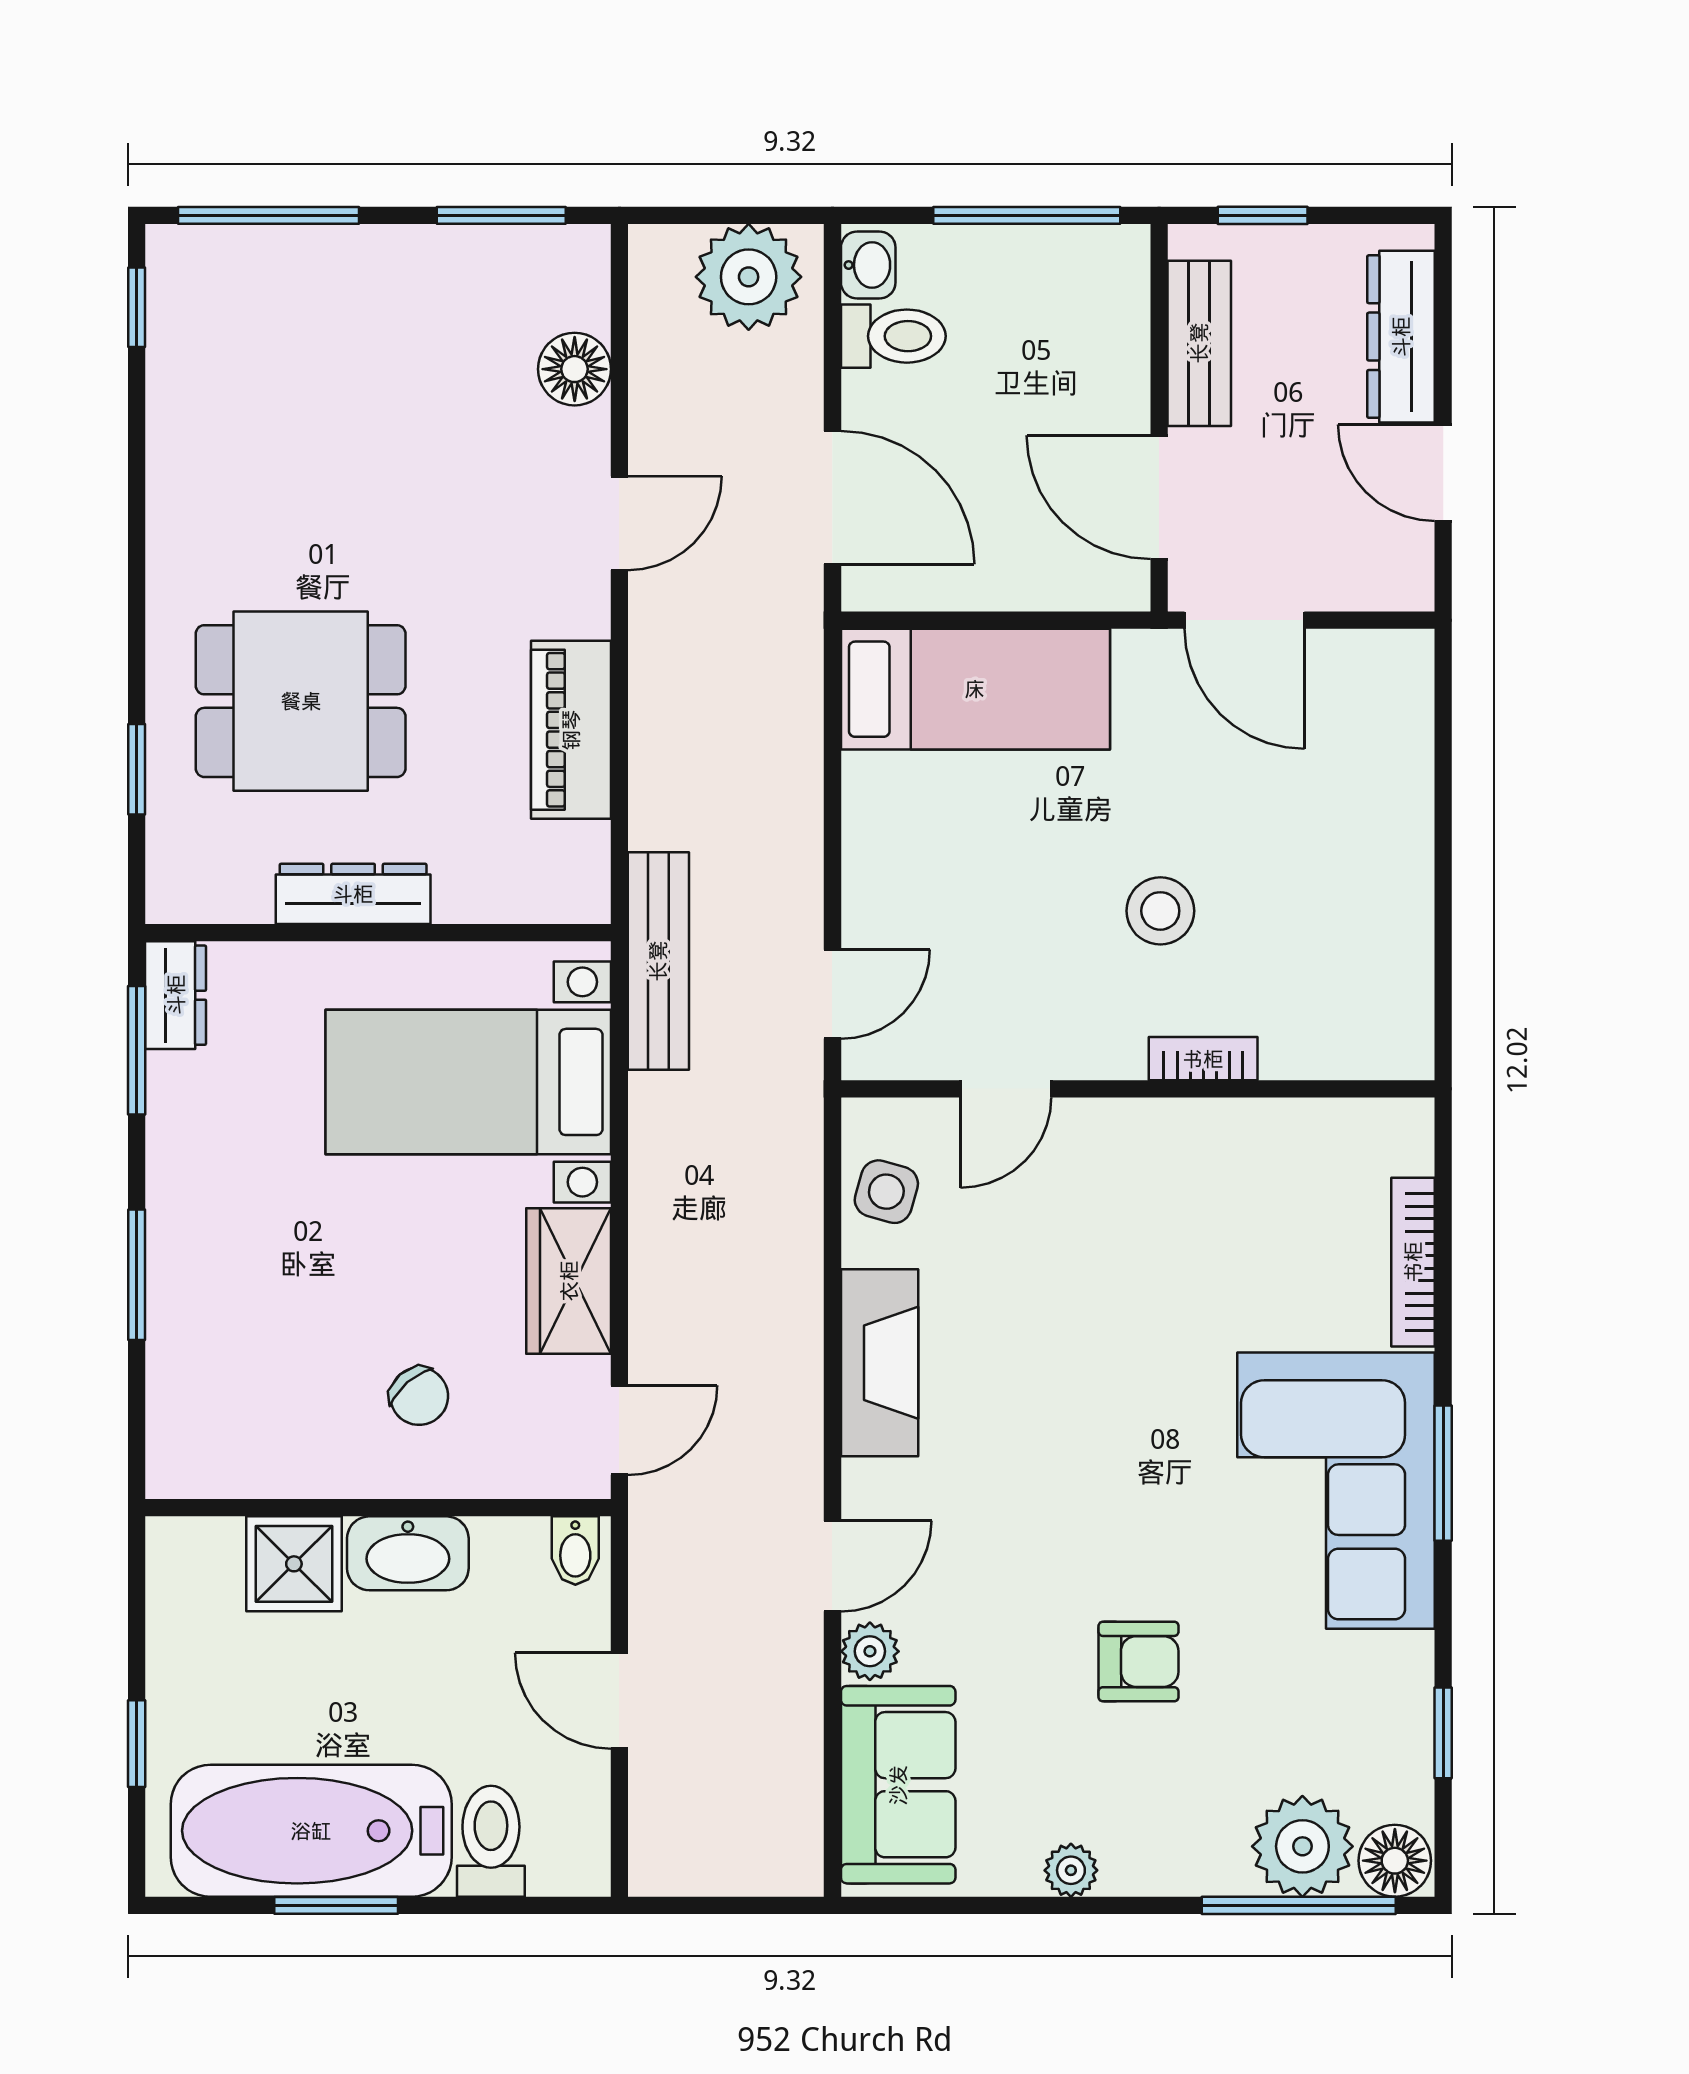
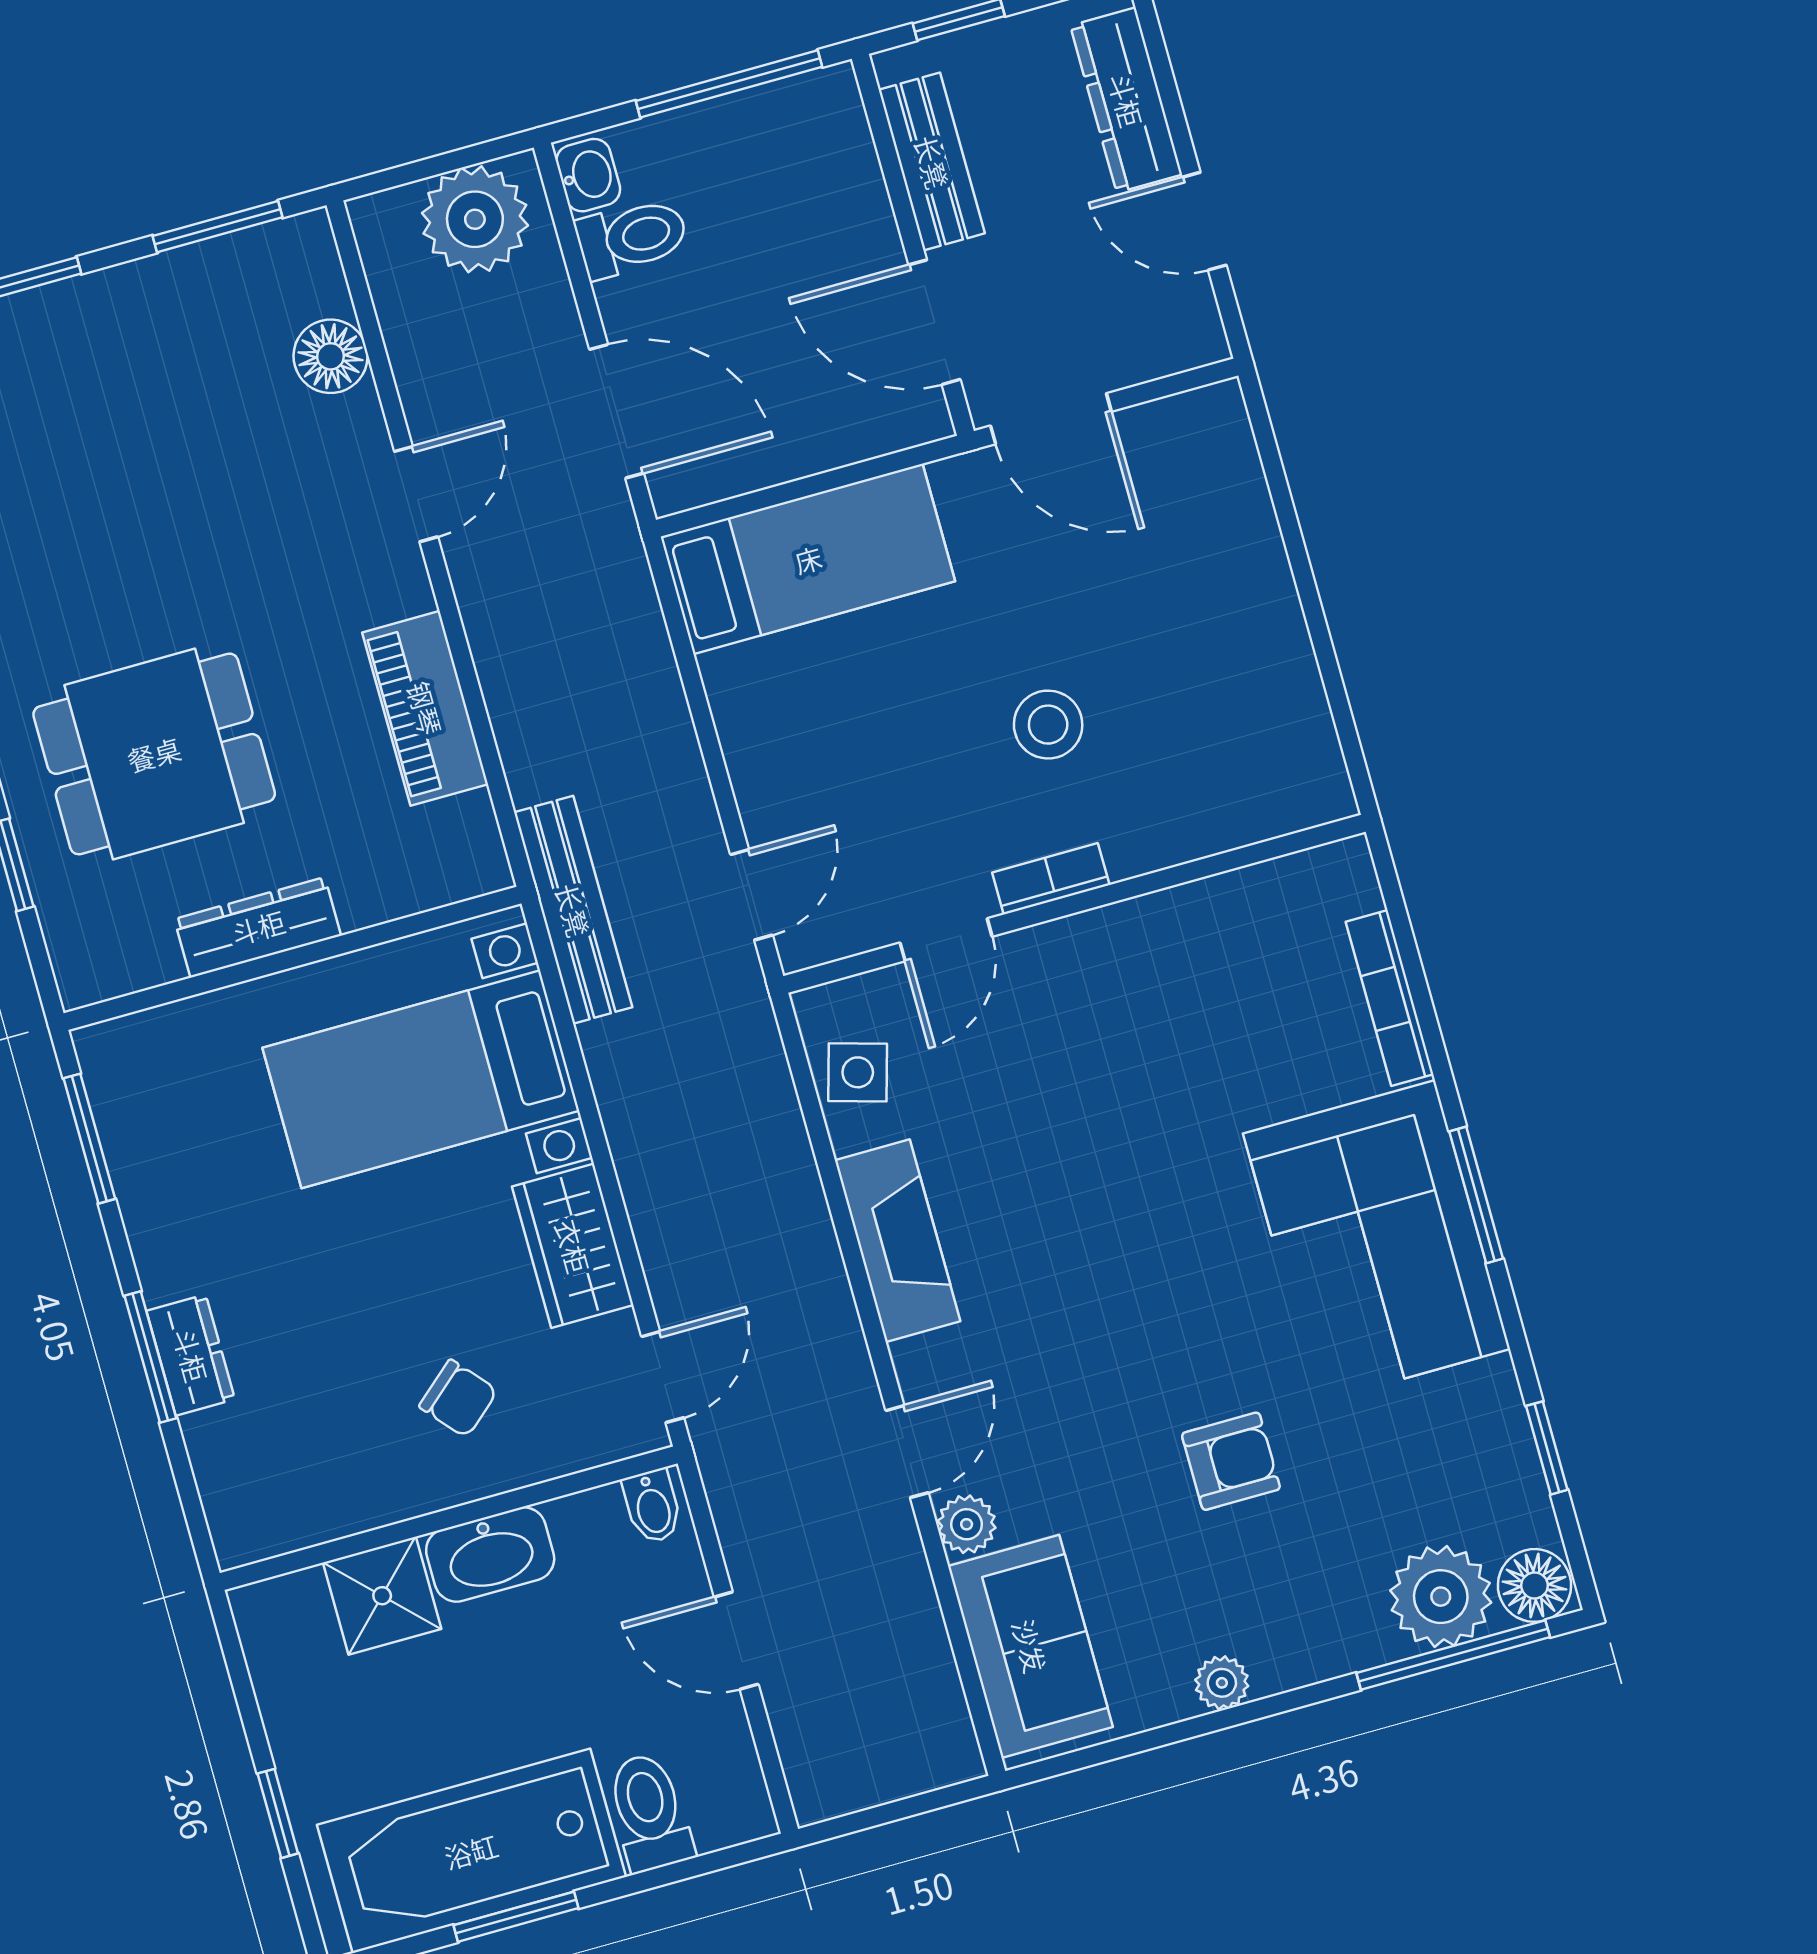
dresser: (176, 995) -> (191, 1355), moved
bookcase: (1203, 1059) -> (1051, 879), moved

